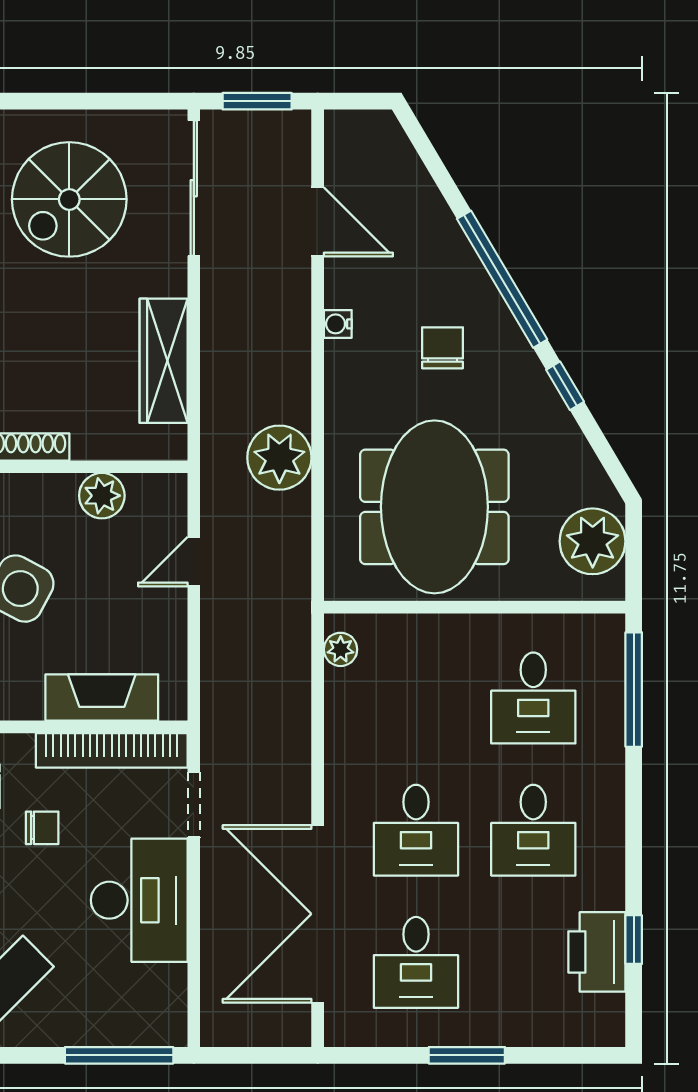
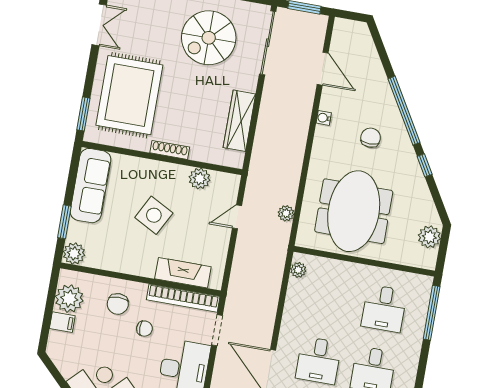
plant: (279, 458) -> (286, 213), moved, width x0.53, depth x0.53
plant: (593, 541) -> (429, 237), width x0.73, depth x0.73

